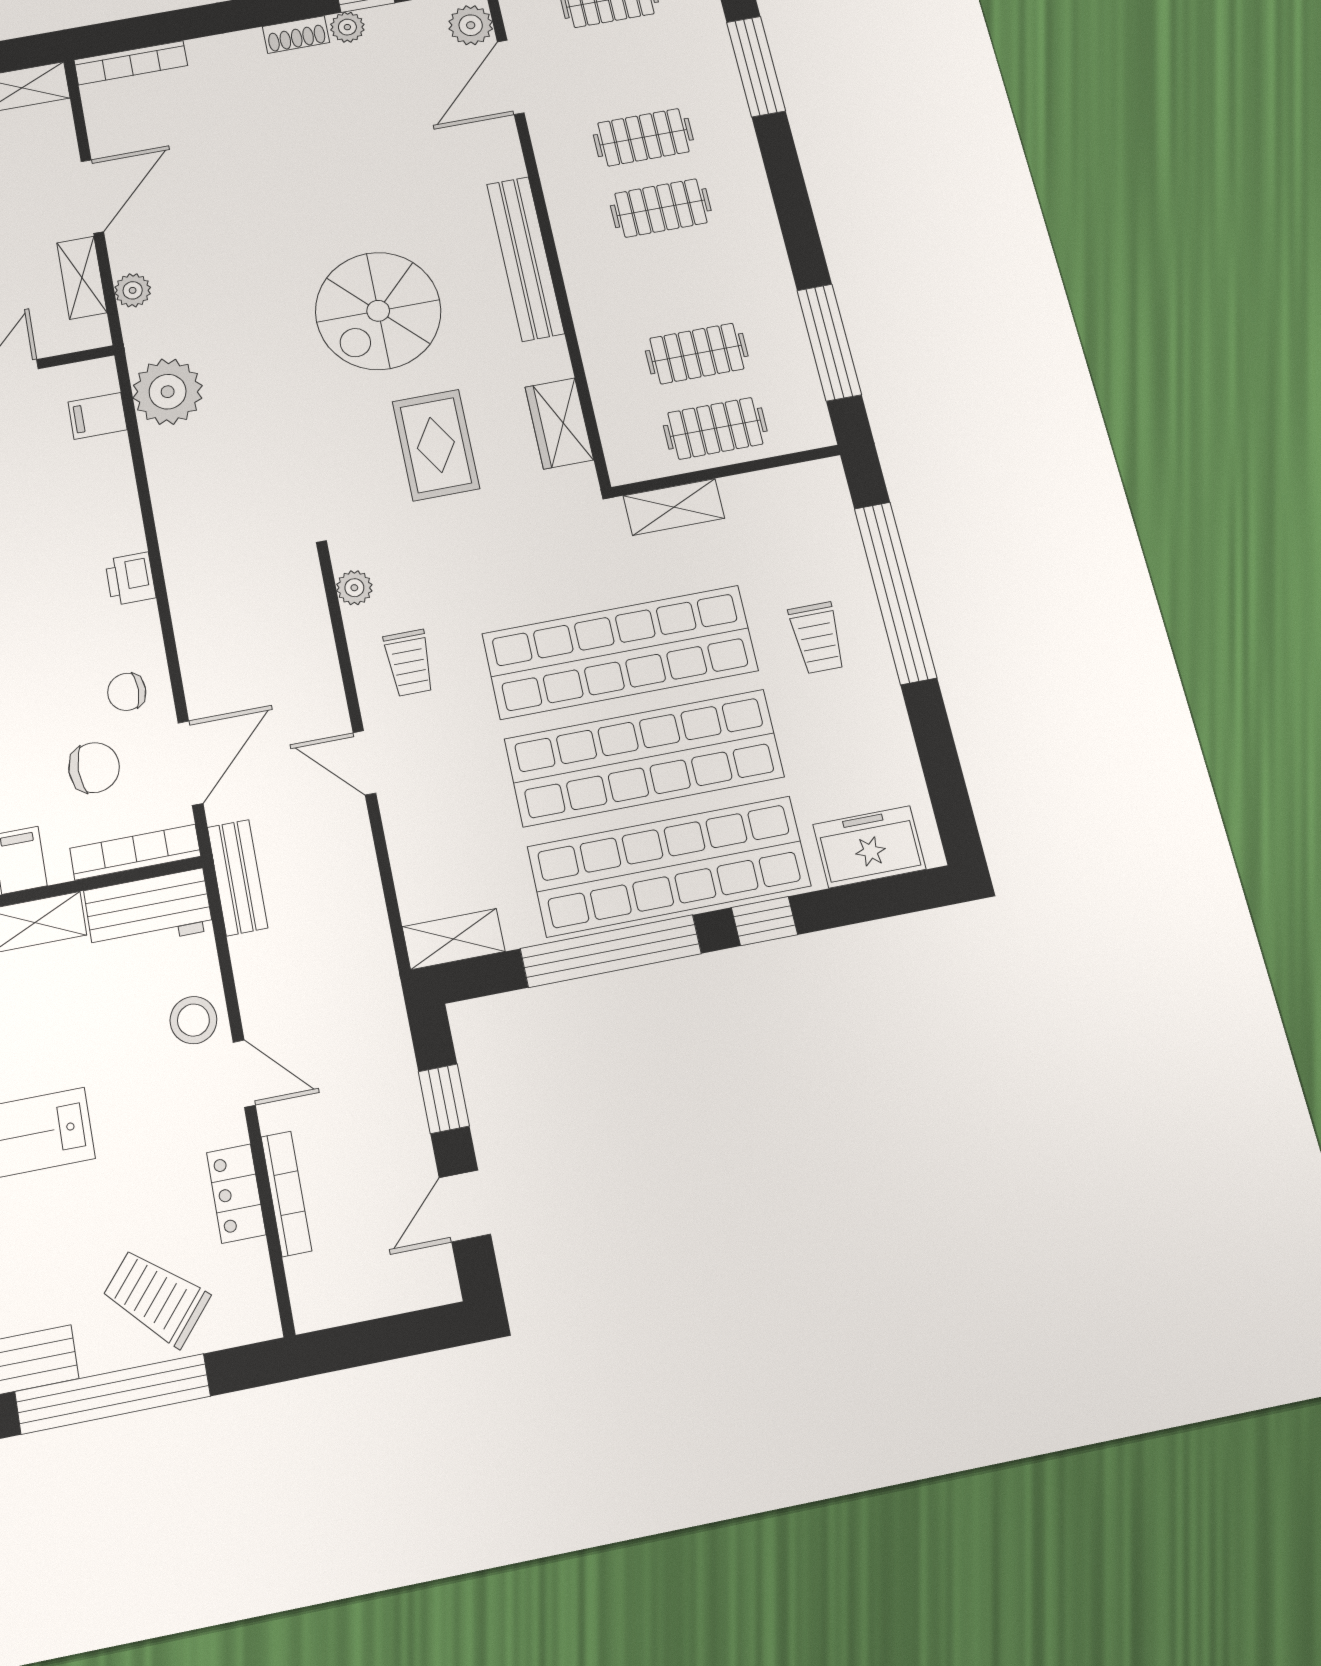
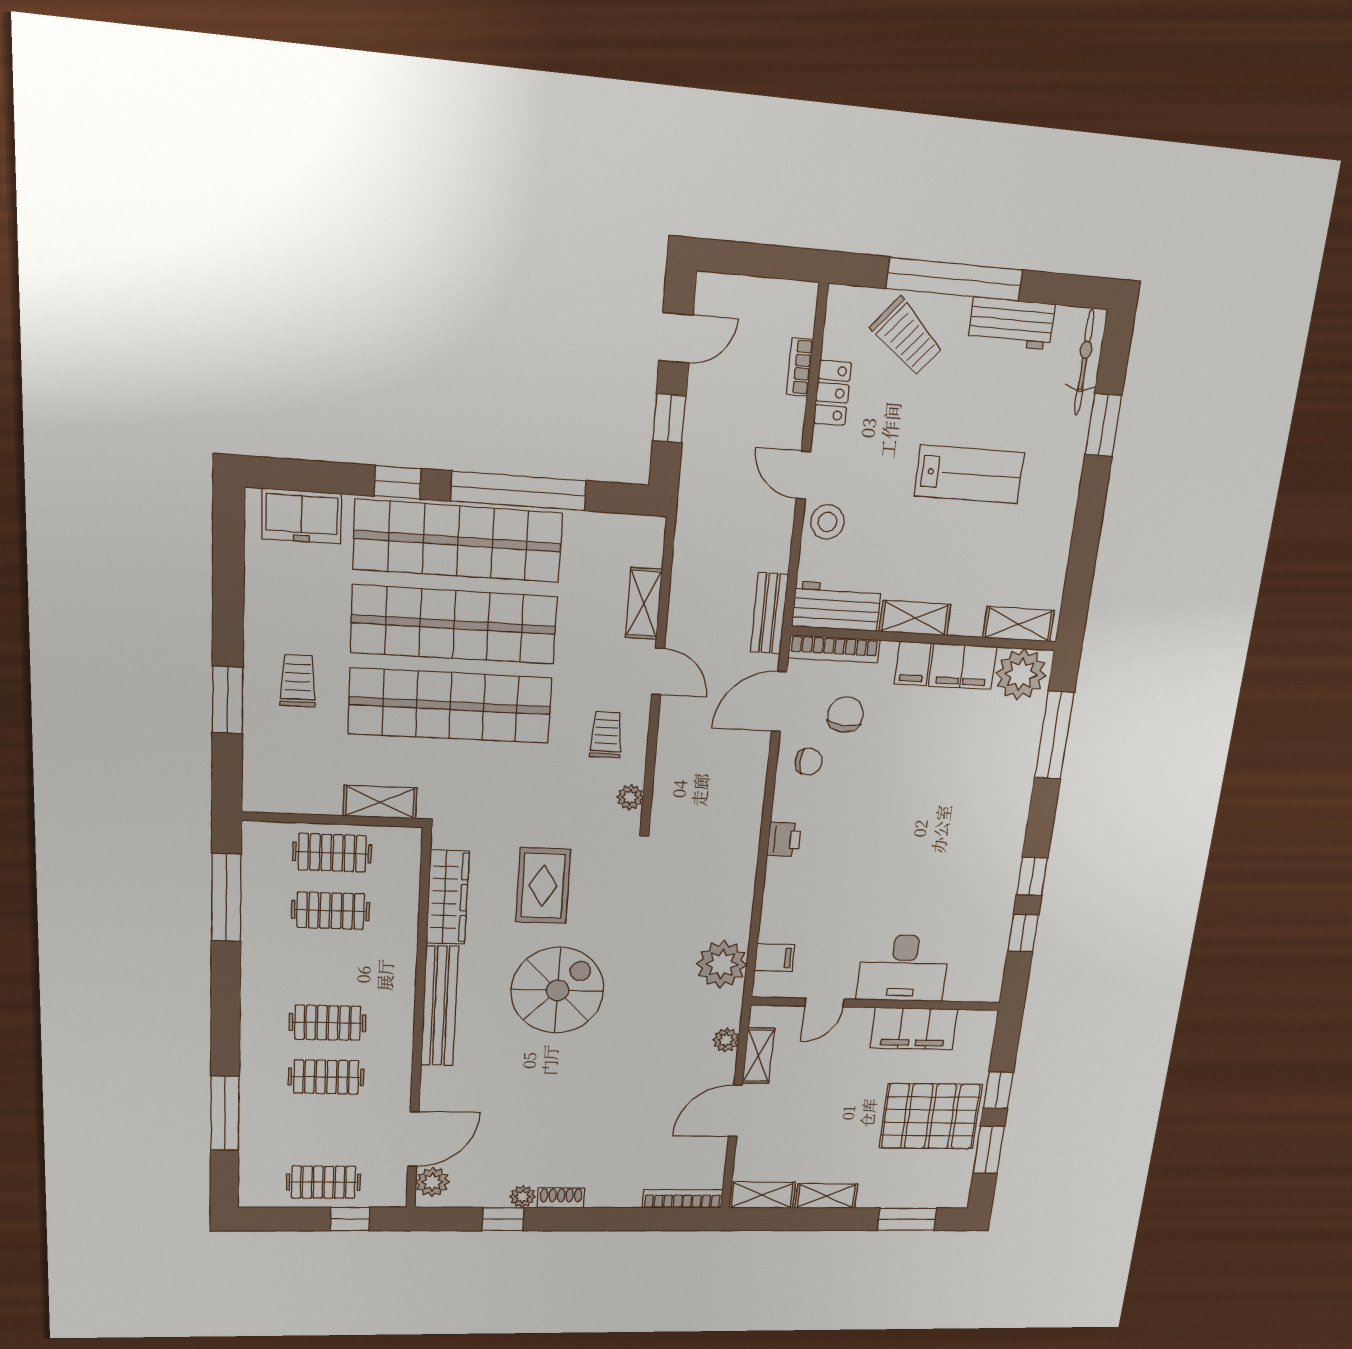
wardrobe: (559, 423) -> (448, 897), width x1.50
window: (895, 593) -> (228, 700), width x0.47
chair: (94, 768) -> (845, 715), turned 95
shelving: (454, 939) -> (644, 603), moved, turned 90
bookcase: (286, 1194) -> (800, 367), width x0.64

